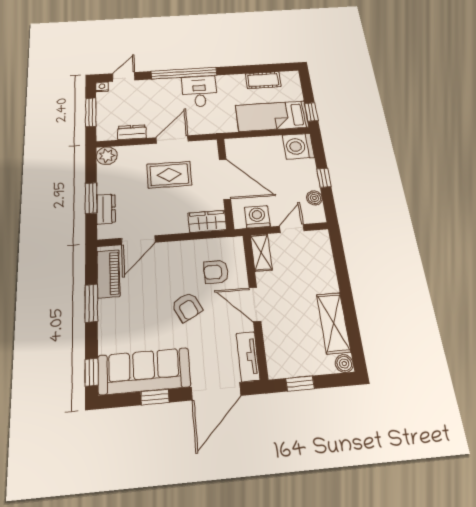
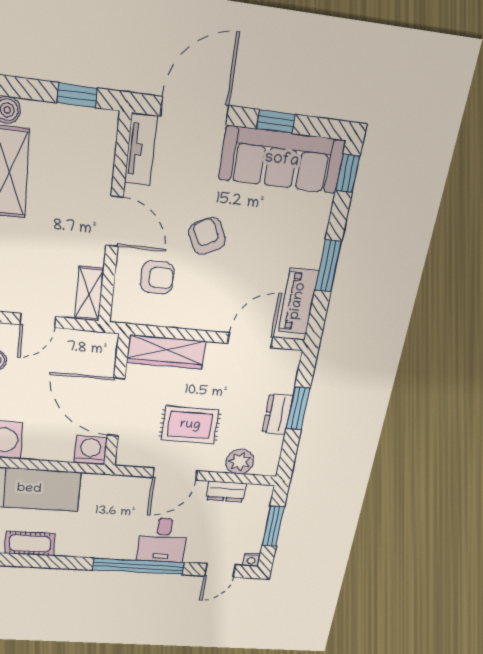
desk: (199, 91) -> (163, 540), moved
plant: (107, 156) -> (240, 462), moved
dresser: (106, 209) -> (278, 414), moved
washing machine: (257, 217) -> (91, 450), moved, turned 180
wardrobe: (207, 221) -> (166, 352), width x1.50

